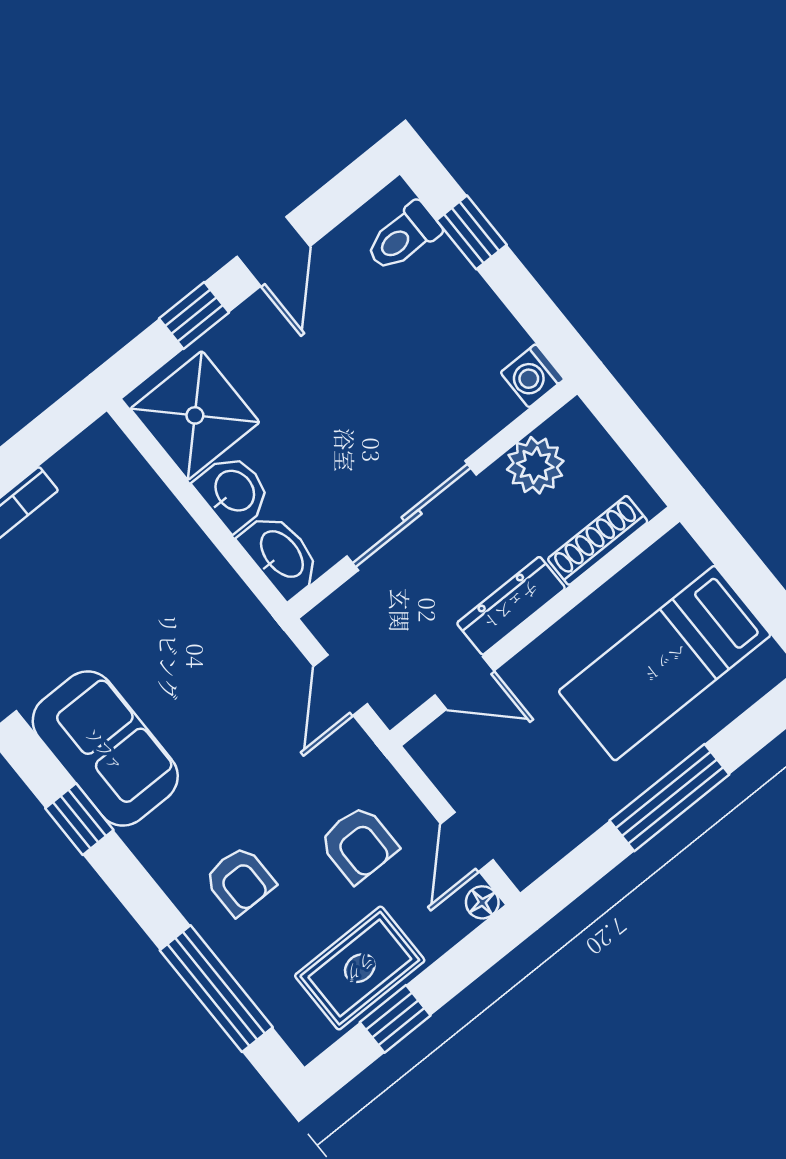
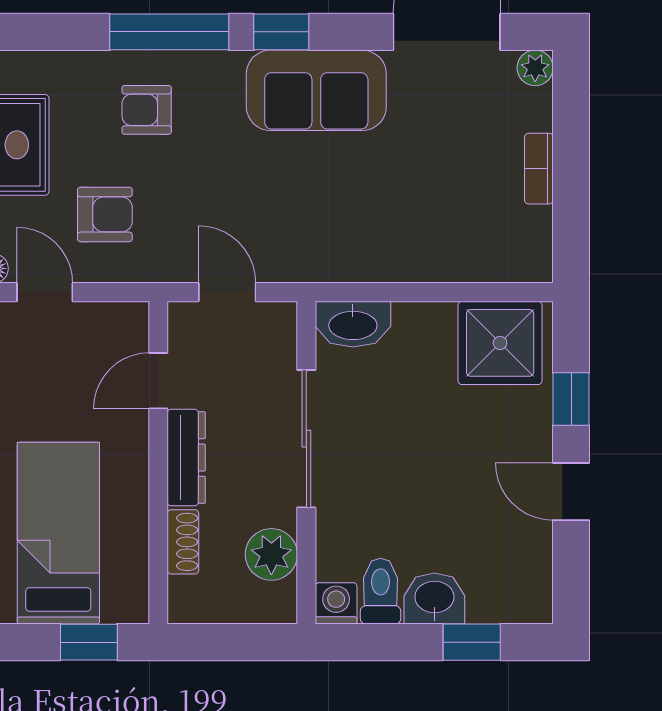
toilet: (403, 237) -> (381, 591), moved
washbasin: (233, 492) -> (434, 598), moved, turned 180
shoe rack: (598, 540) -> (183, 542), width x0.70
window: (737, 561) -> (89, 642), added
armchair: (359, 844) -> (105, 214), turned 180
window: (216, 989) -> (169, 32), moved

